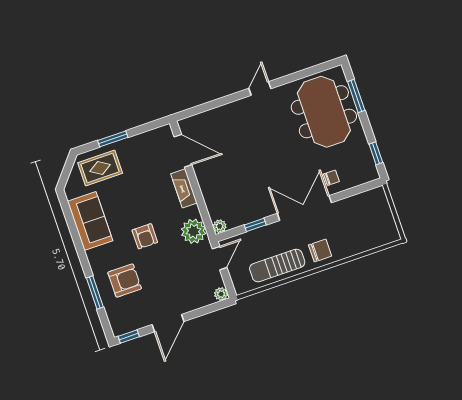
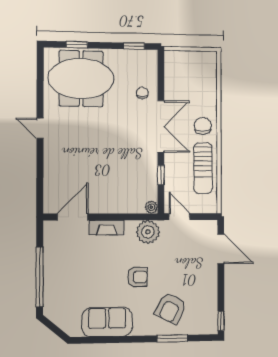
window: (356, 96) -> (77, 45), width x0.67
window: (113, 139) -> (40, 277), width x2.11
rug: (100, 168) -> (62, 297), removed
double door: (304, 208) -> (161, 126), swing flipped
armchair: (125, 281) -> (171, 308), turned -153
plant: (221, 294) -> (211, 226), removed
door: (168, 323) -> (221, 249), moved

